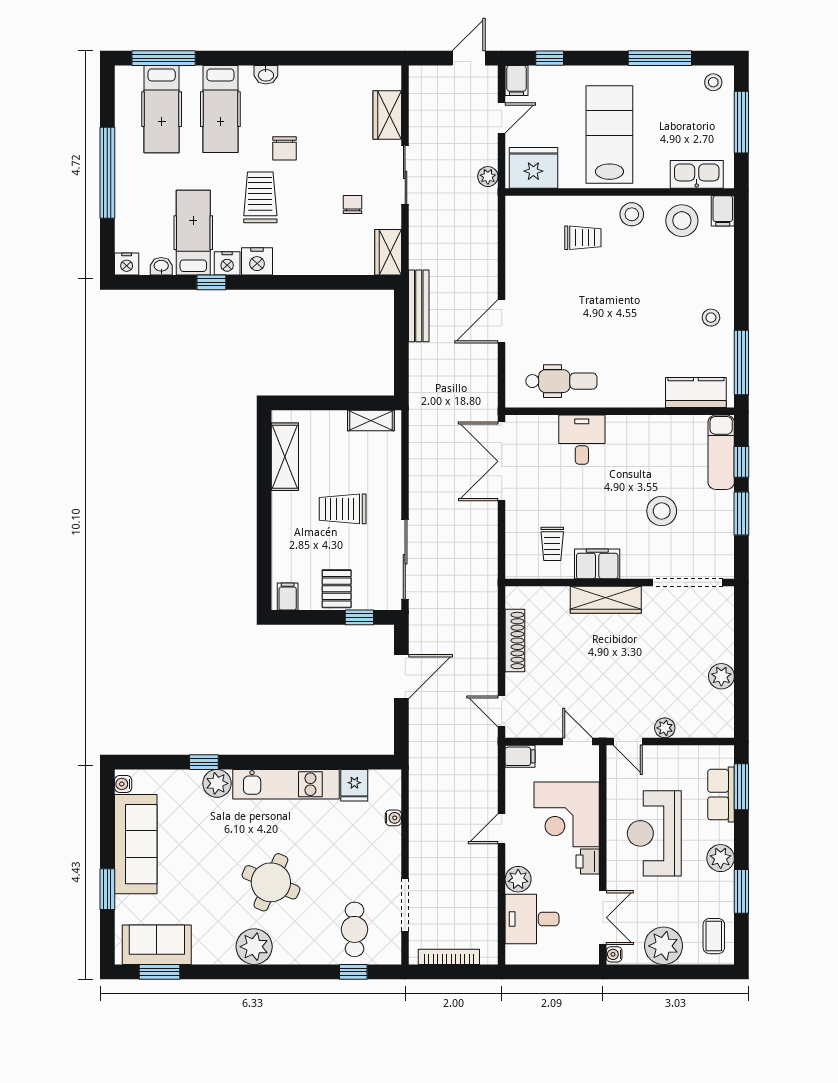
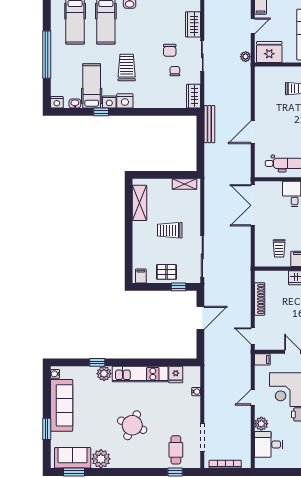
chair: (284, 148) -> (170, 50), moved
pallet: (337, 589) -> (166, 272), turned 90
plant: (254, 947) -> (101, 459), moved

